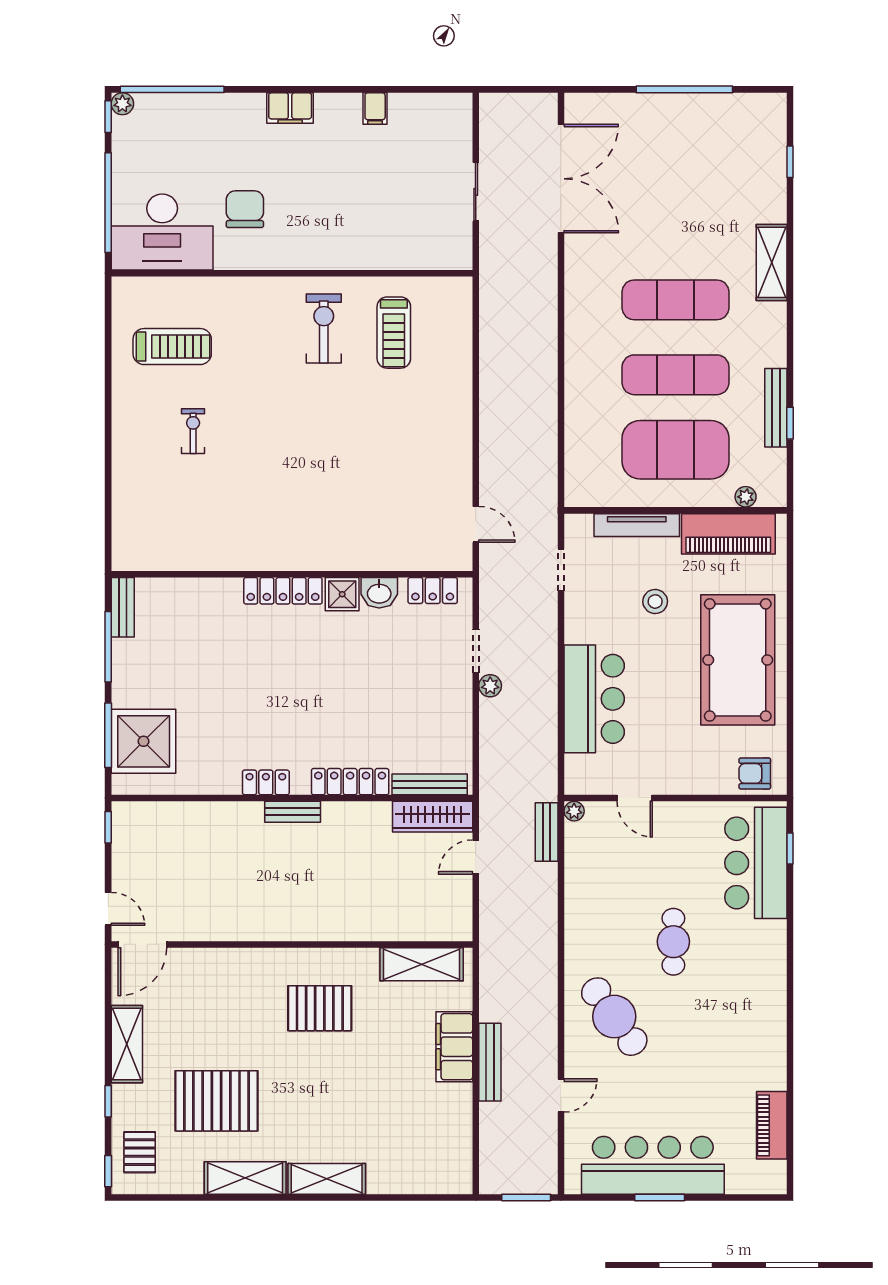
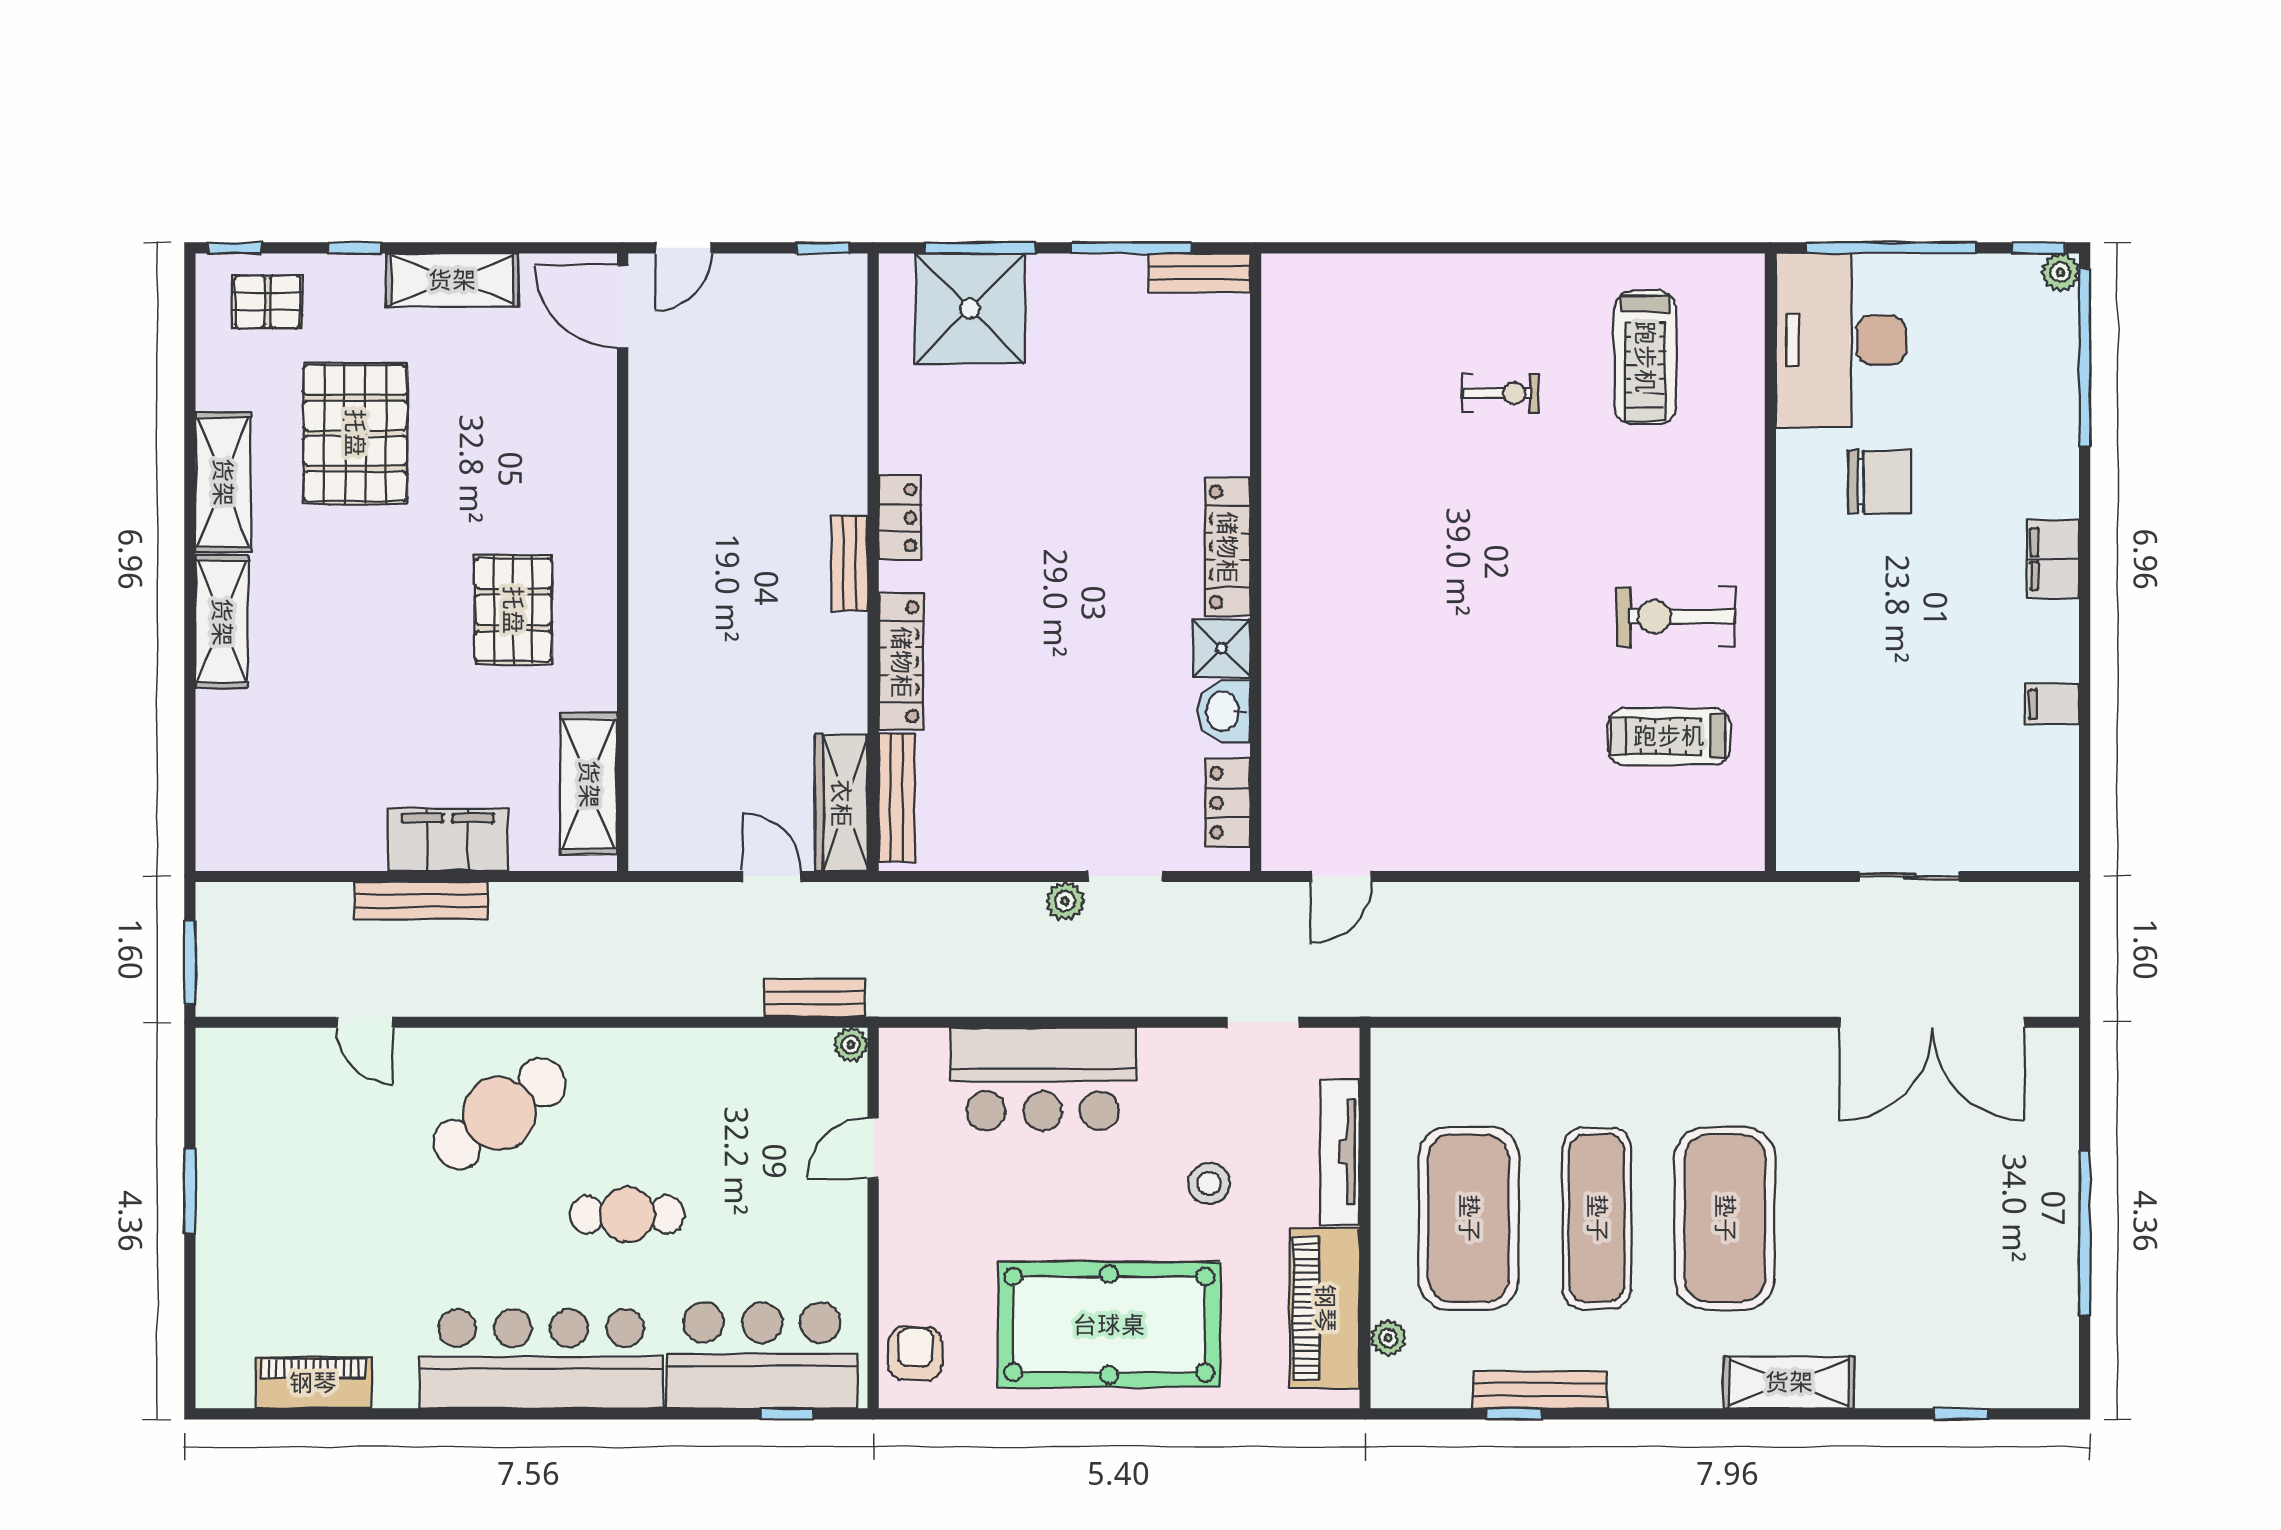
exercise mat: (675, 300) -> (1725, 1218), width x1.47
exercise bike: (324, 329) -> (1676, 617), turned 180
bar counter: (653, 1165) -> (541, 1359), moved, turned -90

